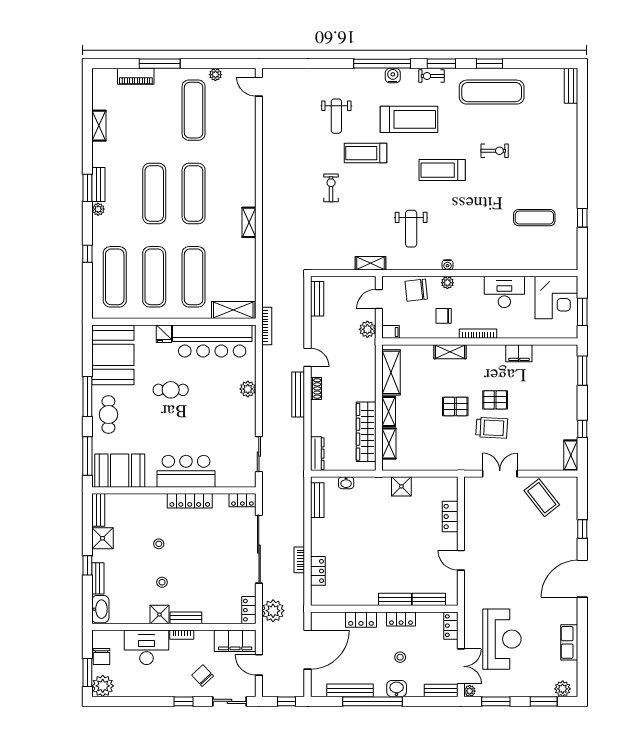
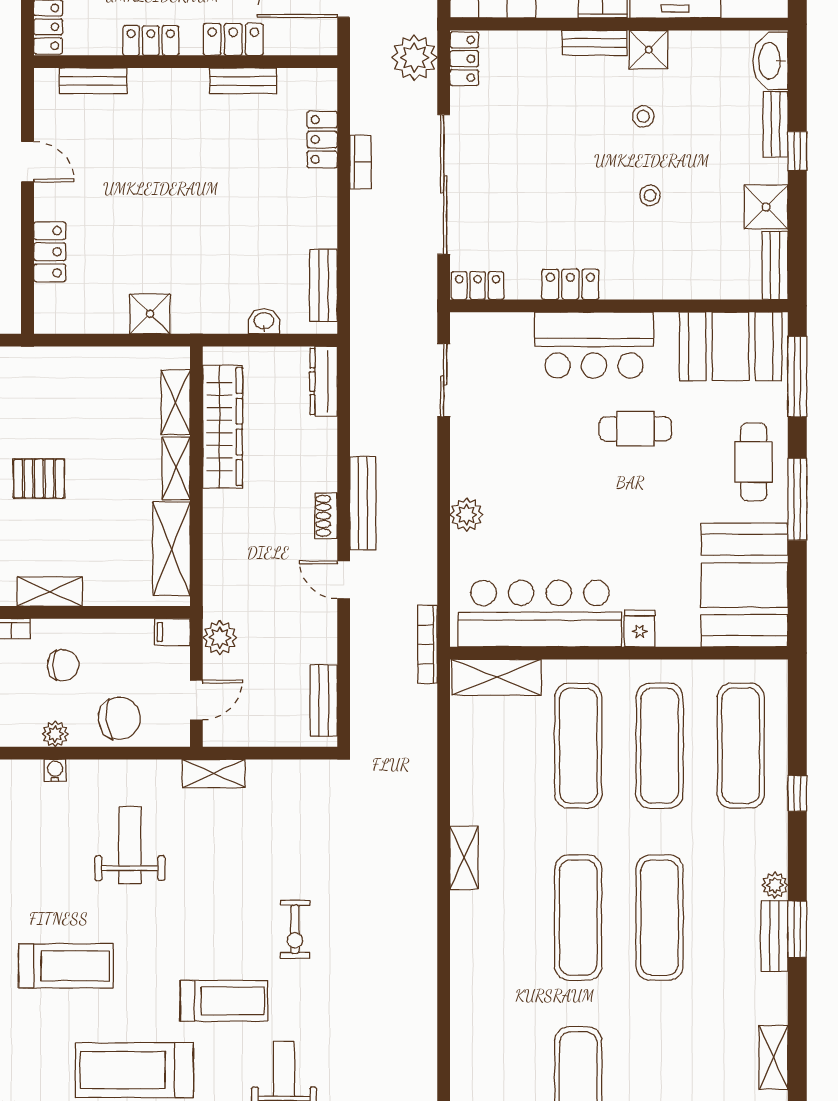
cafe table: (171, 390) -> (635, 429), moved
locker: (190, 501) -> (570, 284), width x0.66
bench: (395, 599) -> (243, 81), moved

